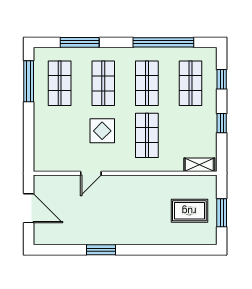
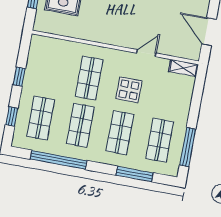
shelving: (199, 165) -> (183, 68), moved

